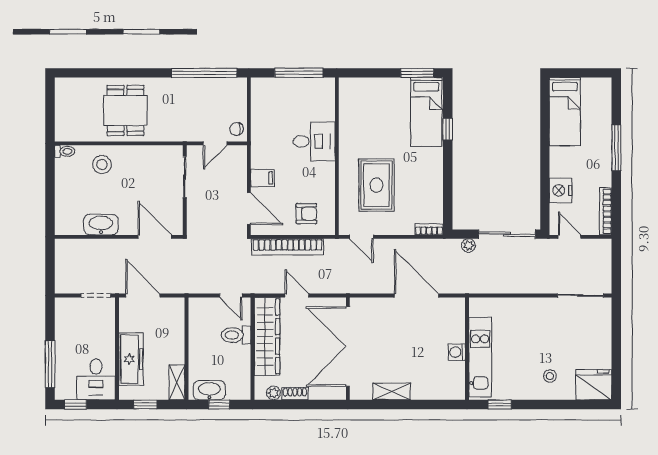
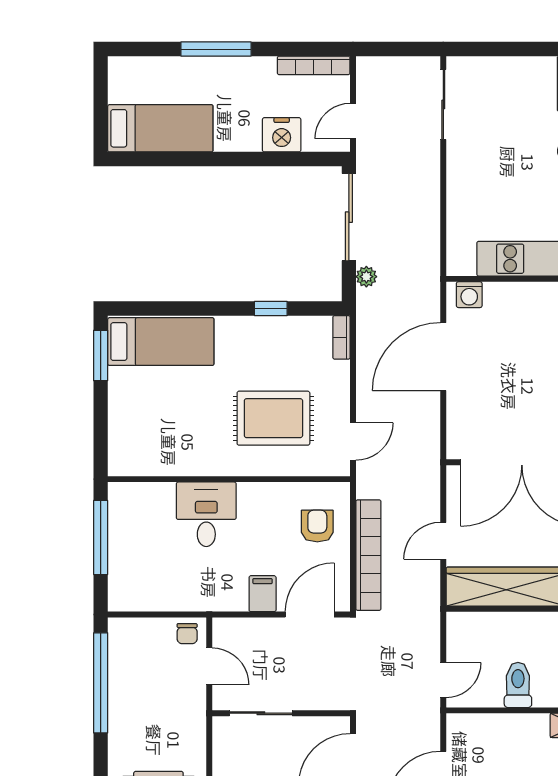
window: (448, 129) -> (271, 309), moved
door: (231, 295) -> (443, 680), moved
toilet: (236, 335) -> (518, 685), moved, turned 180
washing machine: (457, 352) -> (469, 295), moved

